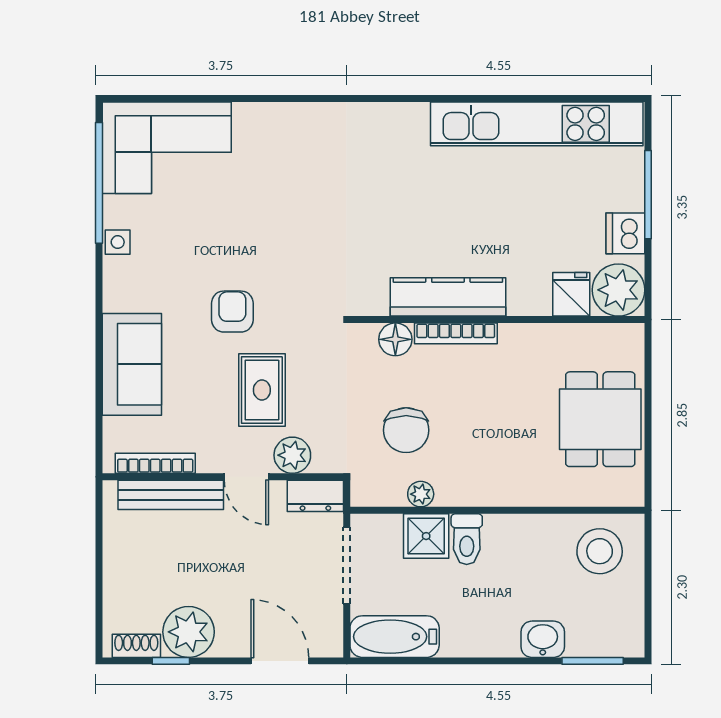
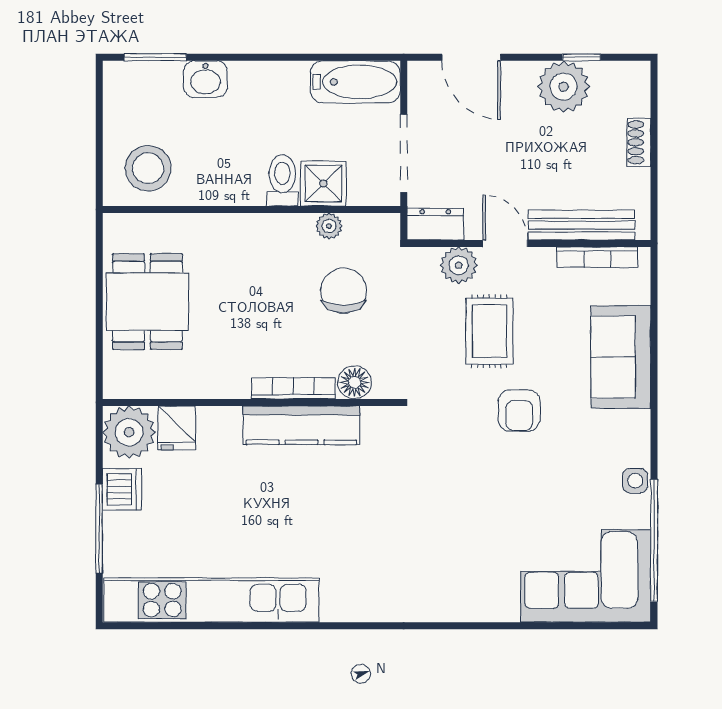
shoe rack: (136, 646) -> (639, 142), moved, turned 90

